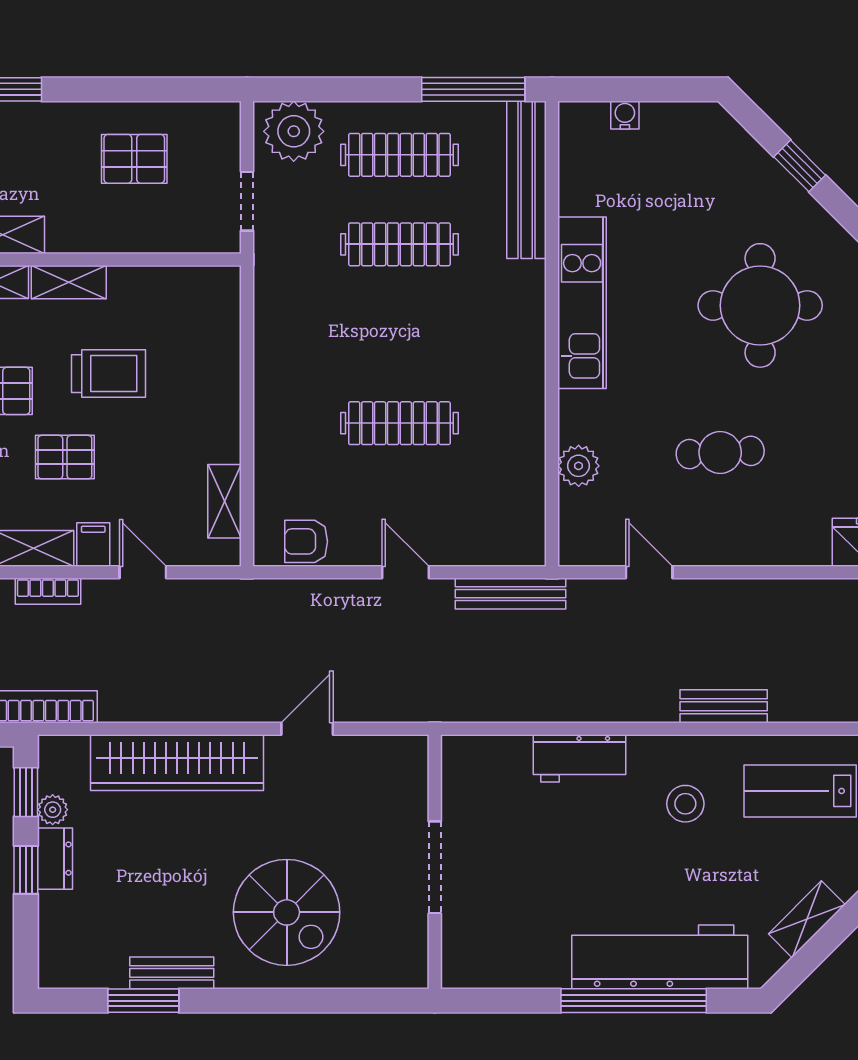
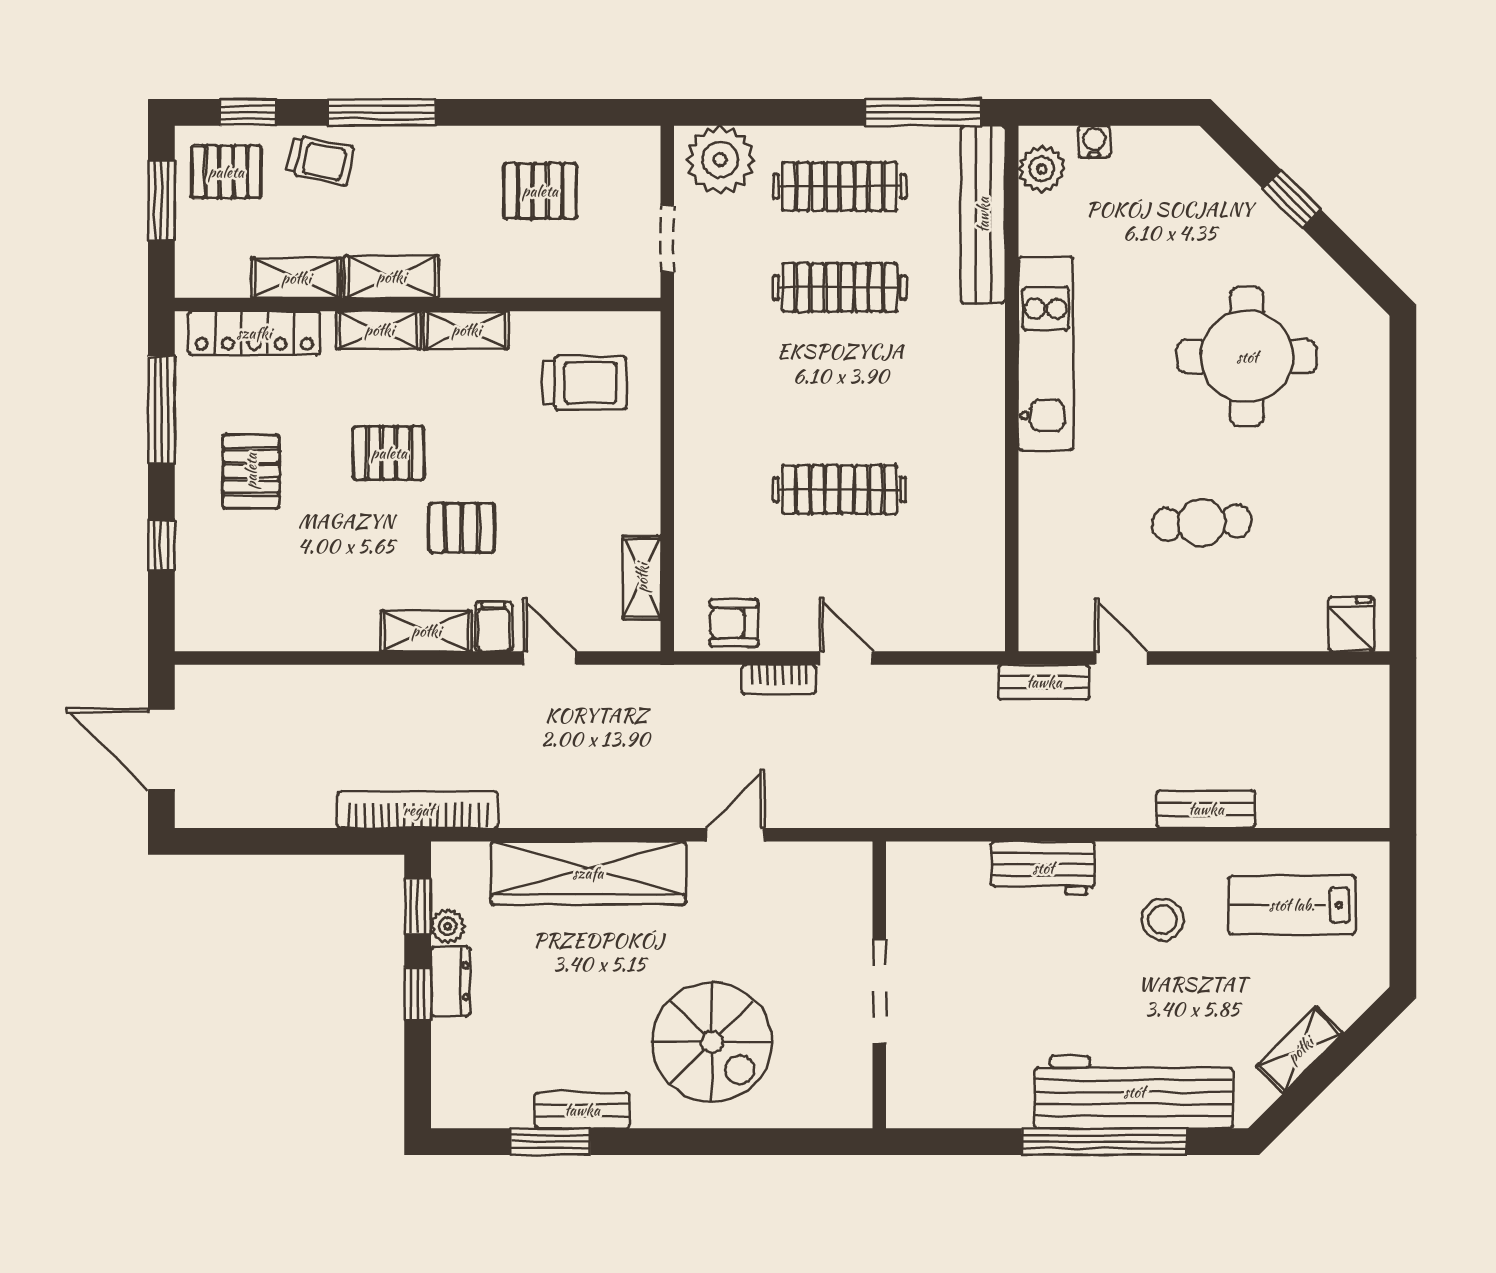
trolley: (108, 374) -> (585, 383), moved
plant: (579, 466) -> (1042, 169), moved
bookcase: (48, 591) -> (779, 679), moved
bench: (510, 594) -> (1044, 682), moved, width x0.73

